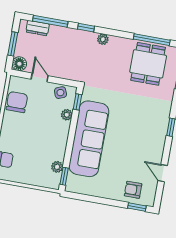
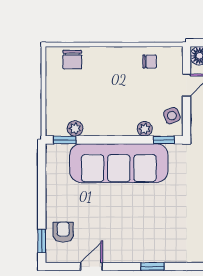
chair: (17, 102) -> (150, 61), width x0.54, depth x0.54

